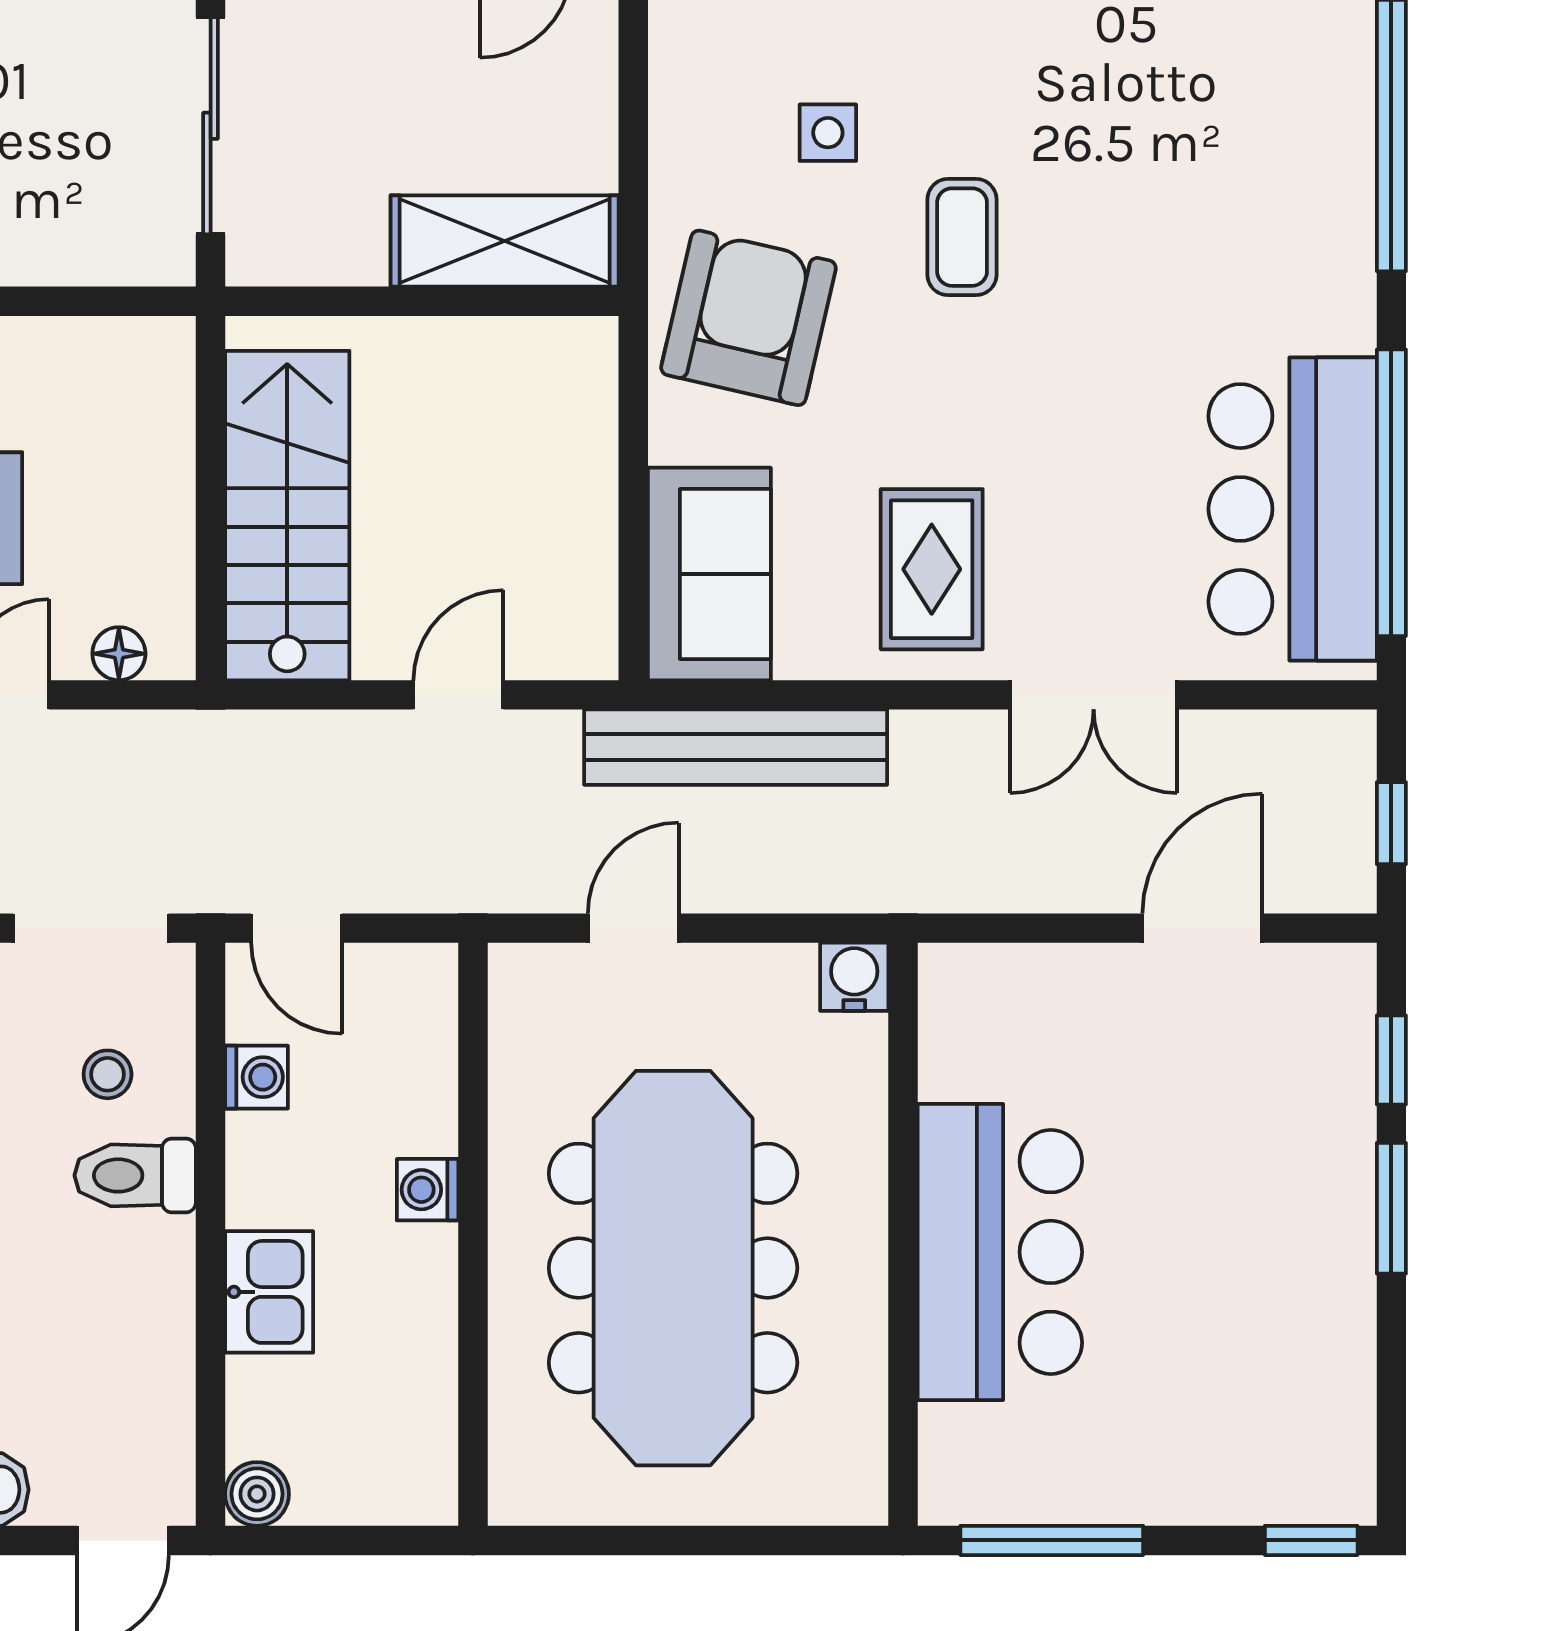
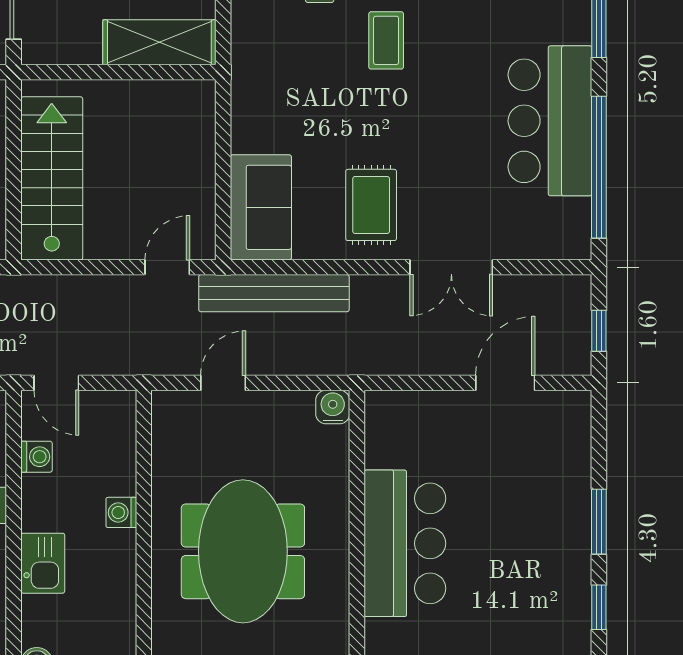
armchair: (748, 318) -> (280, 80), removed
bar counter: (1293, 509) -> (550, 121), moved
door: (458, 695) -> (167, 267), moved
window: (1391, 1060) -> (599, 607), moved
meeting table: (673, 1268) -> (243, 551), width x0.73

